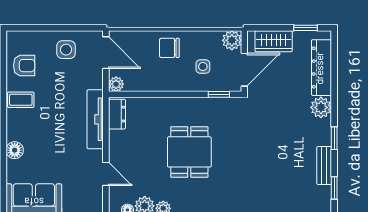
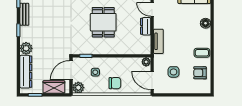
side table: (66, 50) -> (174, 72), moved
dresser: (117, 114) -> (146, 26), moved
tv unit: (95, 119) -> (158, 41), width x0.71

